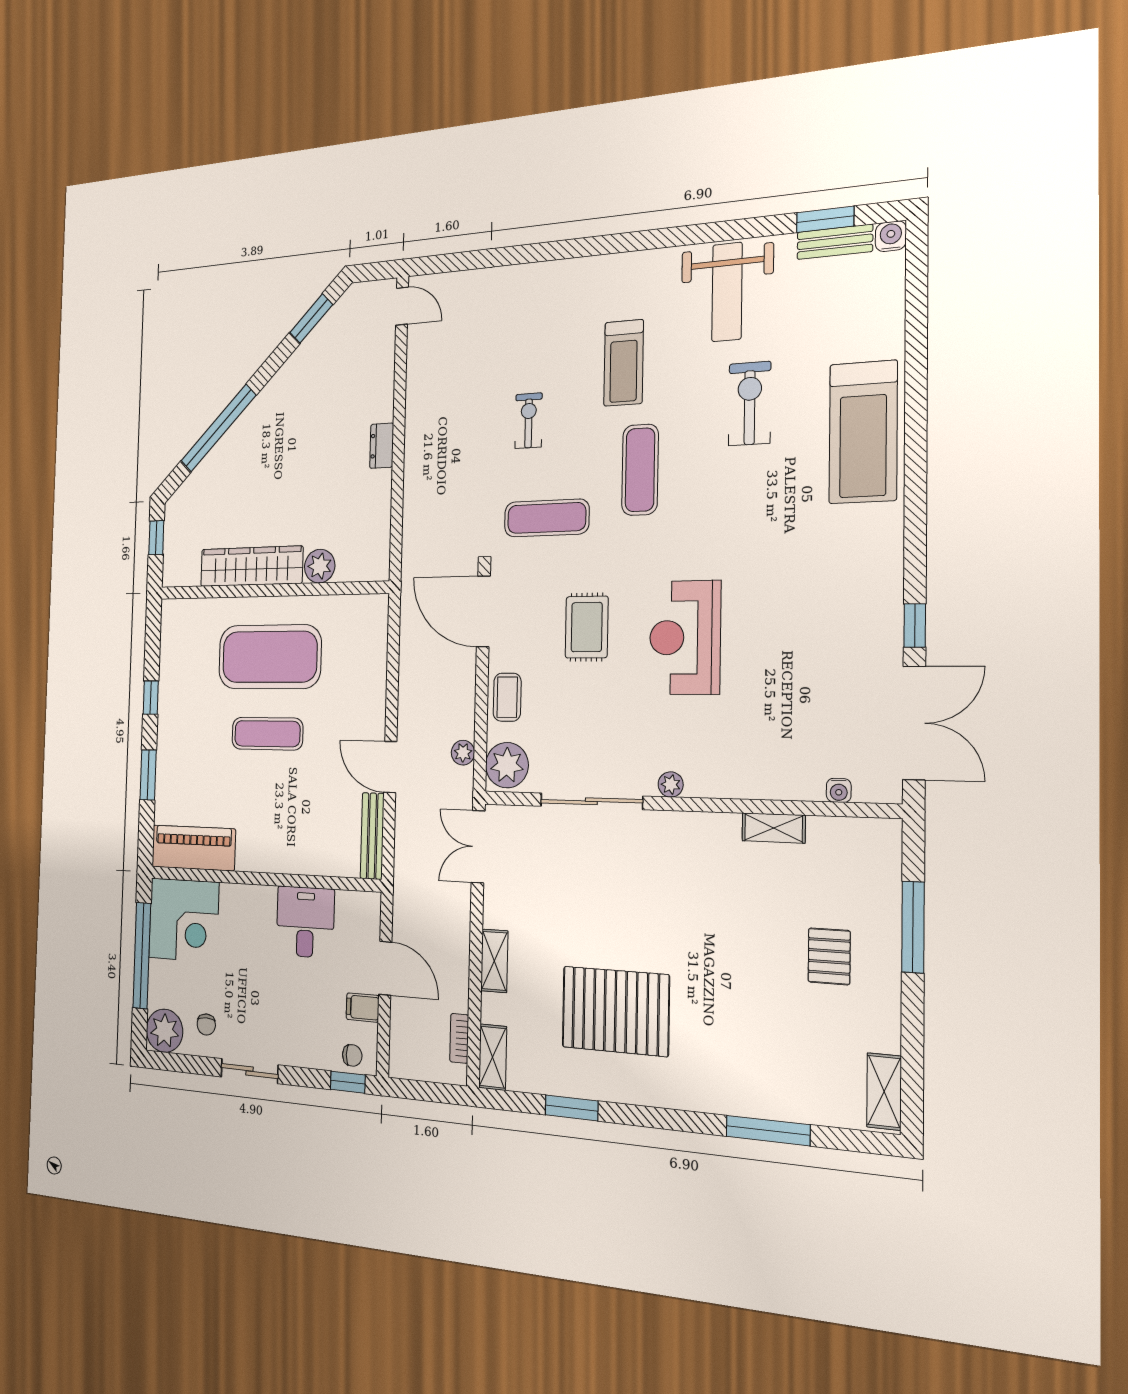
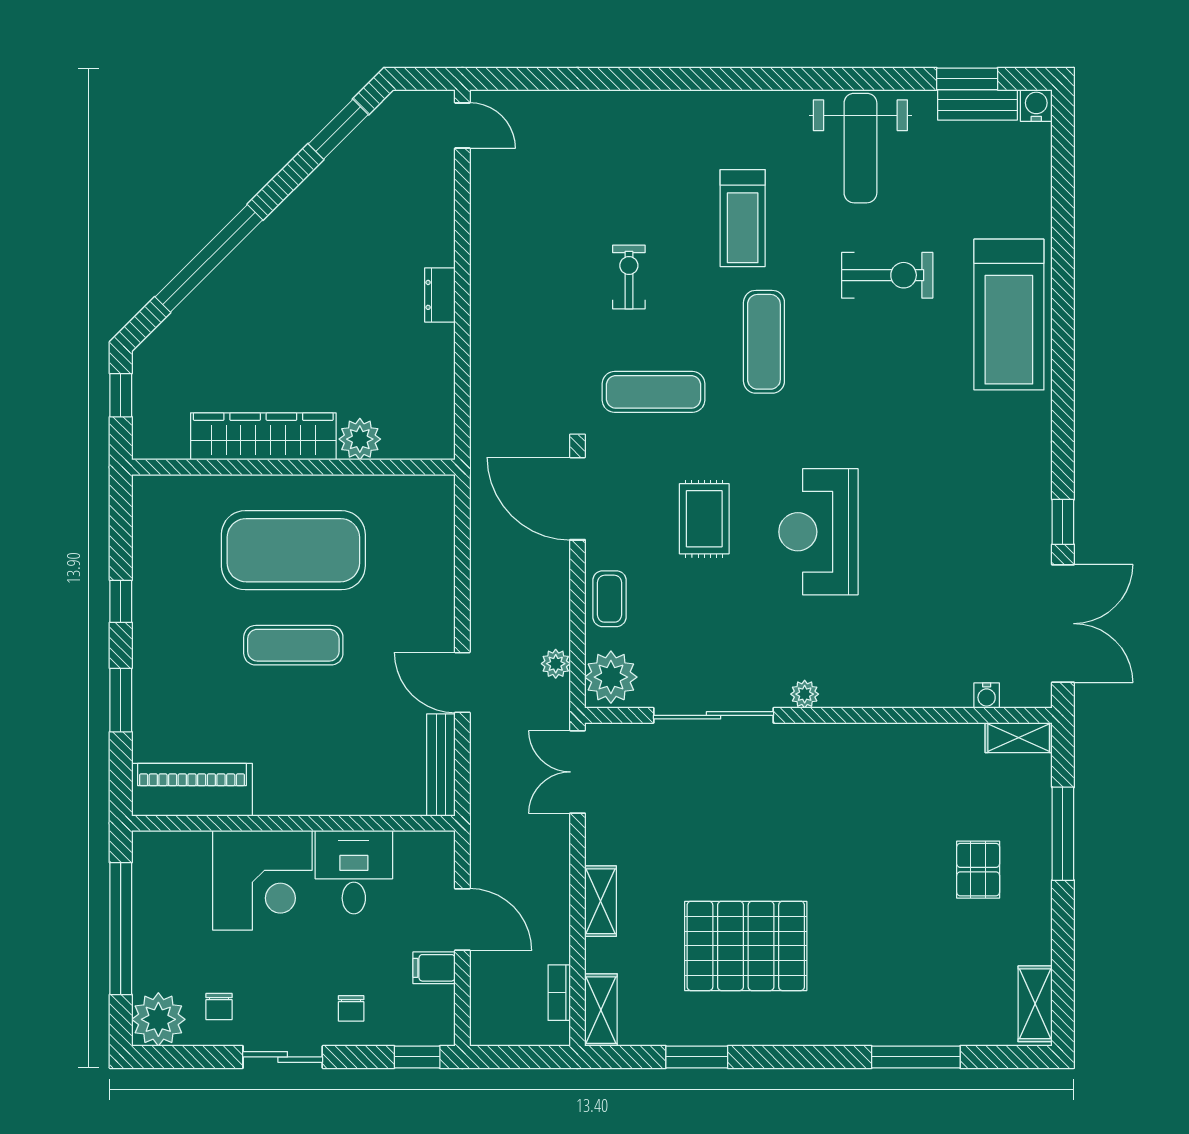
exercise bike: (750, 404) -> (887, 275), turned 90
shelving: (774, 828) -> (1019, 738), moved
corner desk: (184, 920) -> (262, 880), moved
chair: (352, 1055) -> (351, 1008), moved, turned 90

